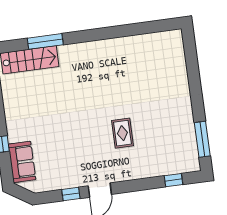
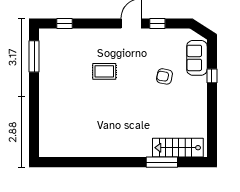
rug: (122, 133) -> (104, 71), turned 90
armchair: (55, 137) -> (164, 76), added

